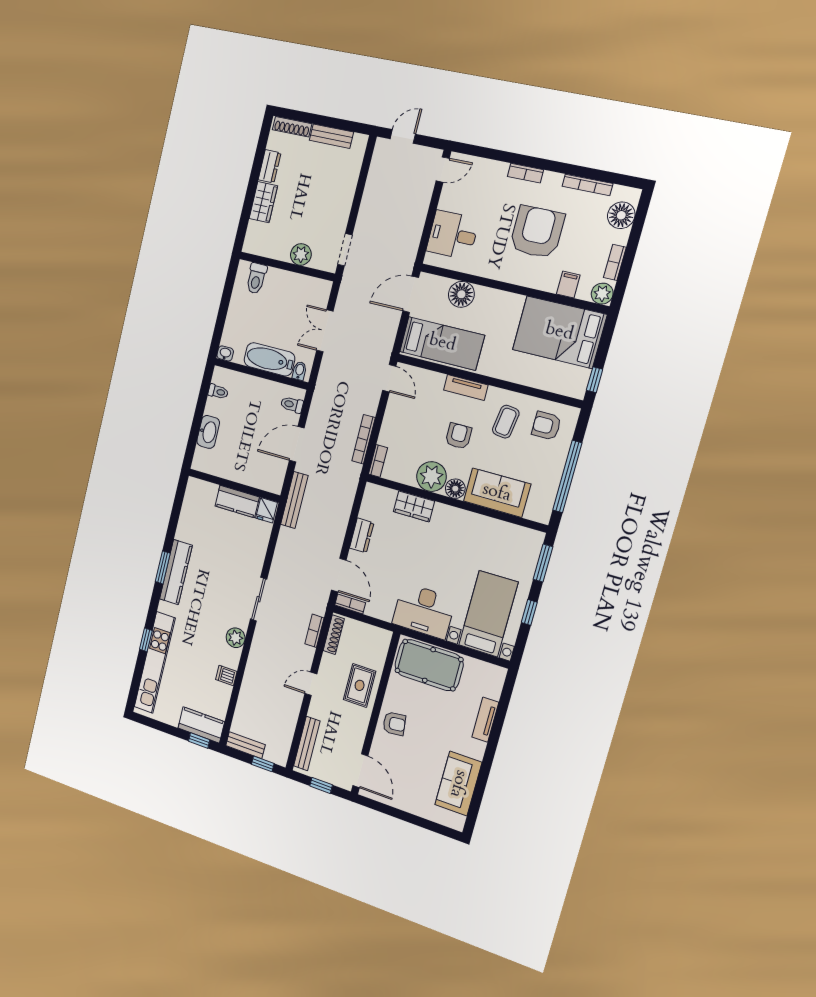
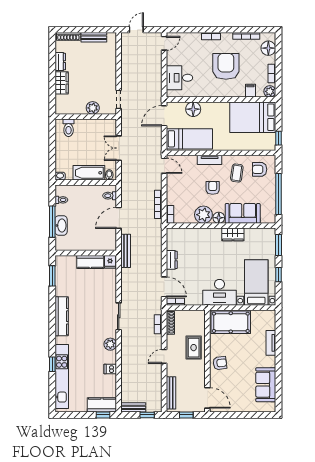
window: (197, 422) -> (52, 222), added
wardrobe: (414, 506) -> (233, 234), moved
window: (163, 567) -> (52, 276), moved

